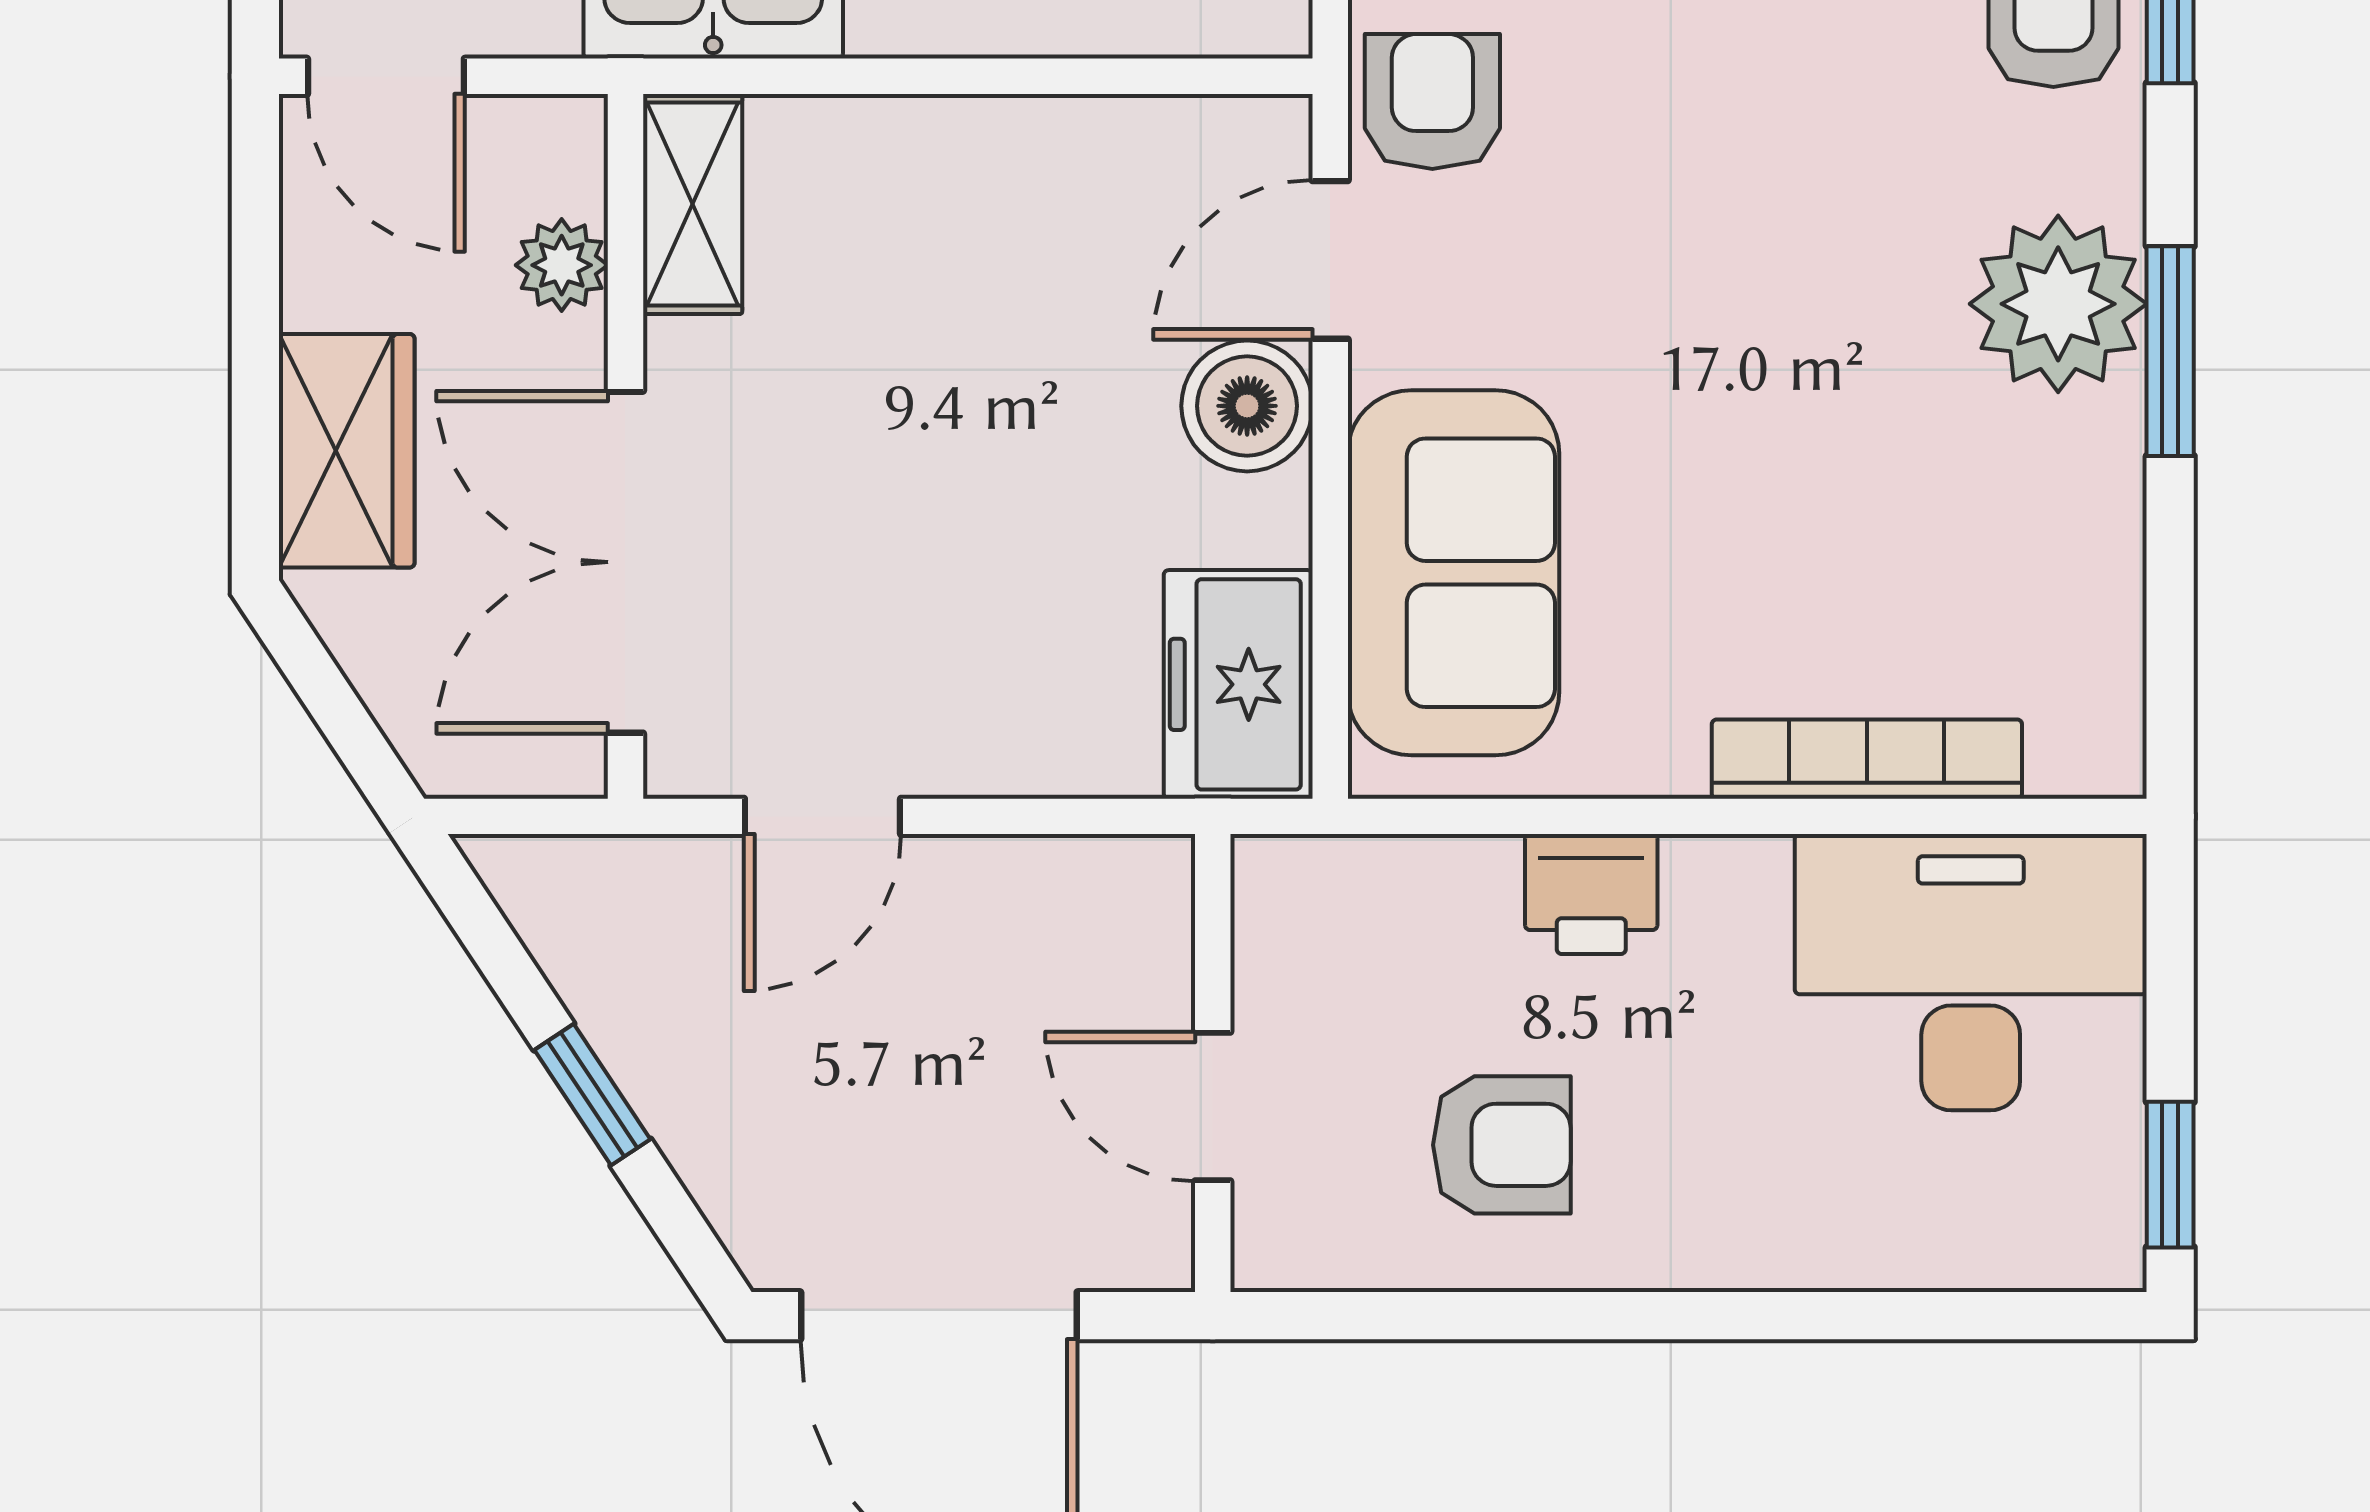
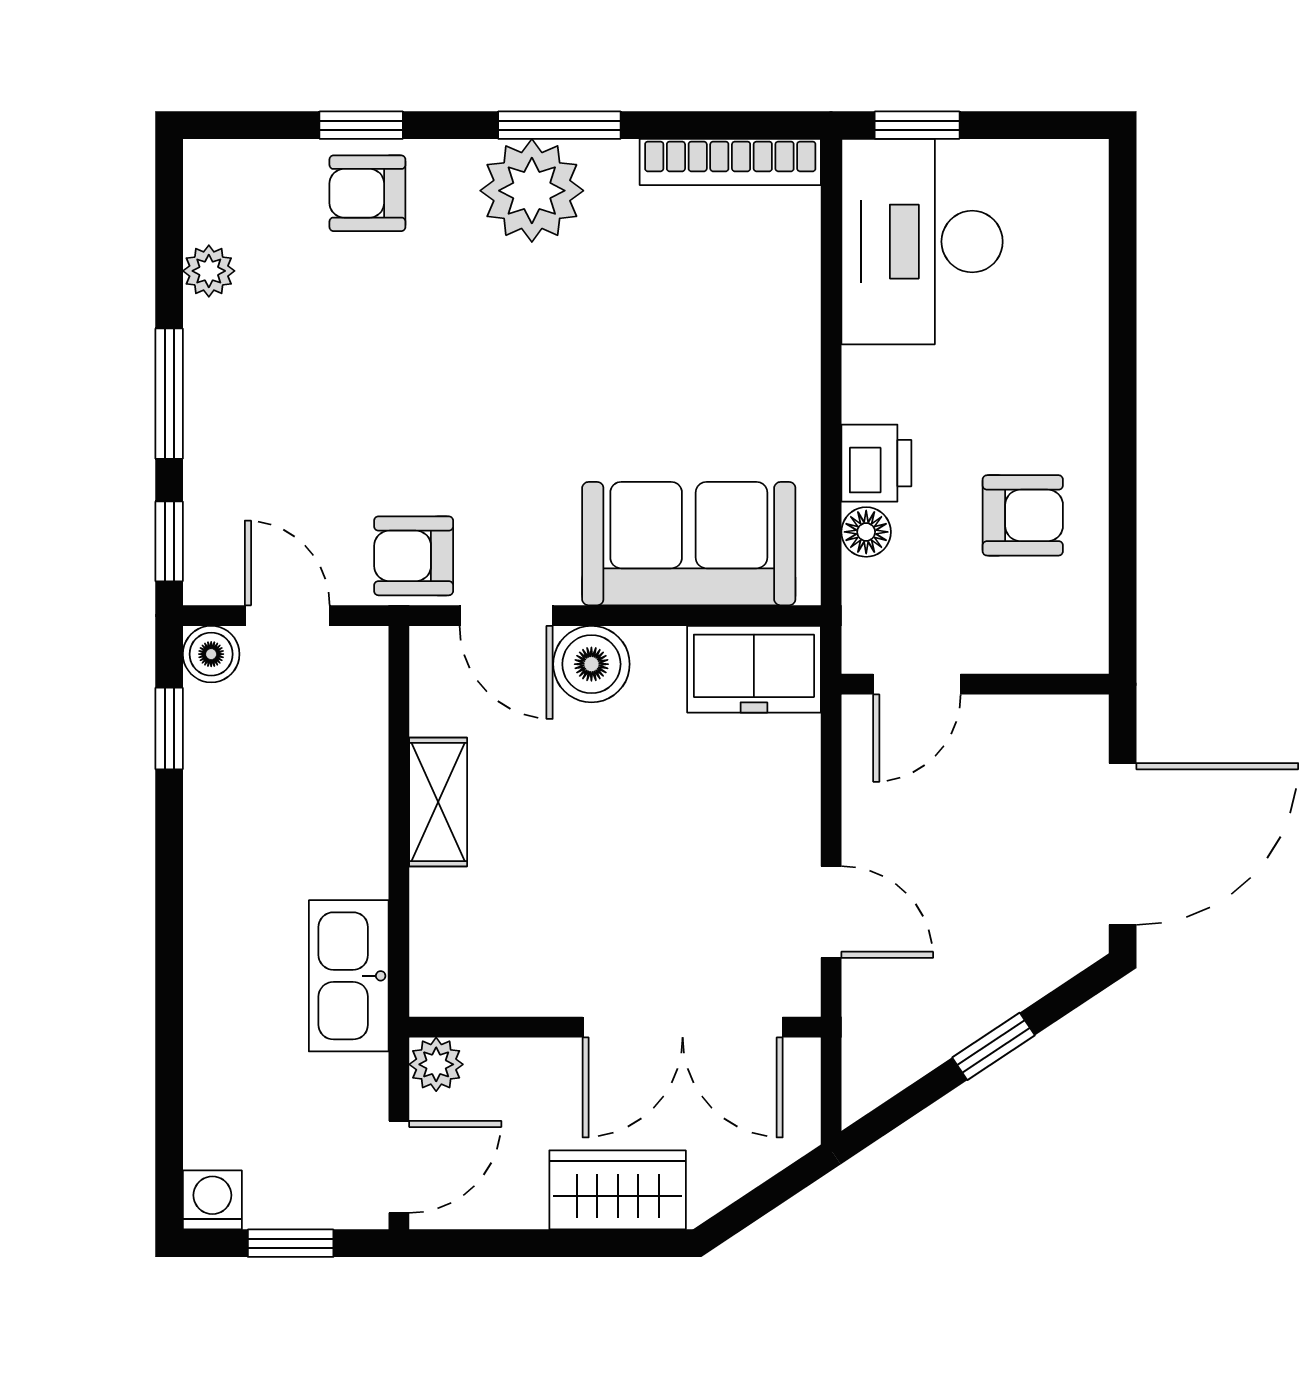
shelving: (693, 204) -> (438, 802), moved, turned 90
plant: (562, 265) -> (436, 1064), moved
bookcase: (1867, 759) -> (730, 162), moved, turned -90
floor lamp: (1473, 876) -> (866, 532), added
door: (1213, 1107) -> (917, 684), moved
armchair: (1502, 1145) -> (1023, 515), turned 90
window: (2170, 1175) -> (917, 125), moved

